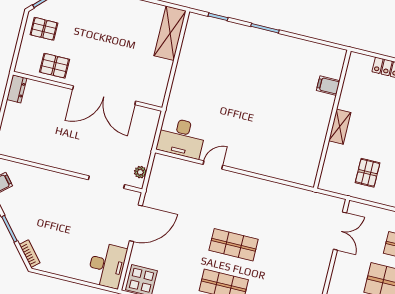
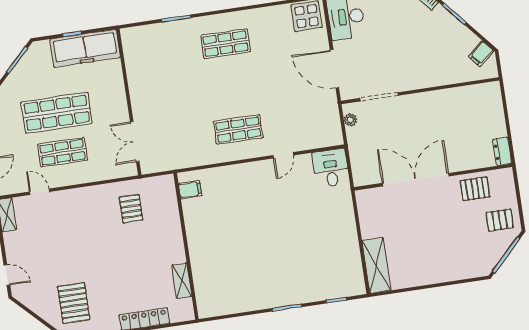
filing cabinet: (328, 86) -> (190, 190), moved
shelving: (340, 127) -> (182, 281), moved
desk: (181, 138) -> (331, 168), width x0.73
door: (136, 223) -> (334, 69), hinge flipped
shop shelf: (234, 245) -> (238, 129), moved

